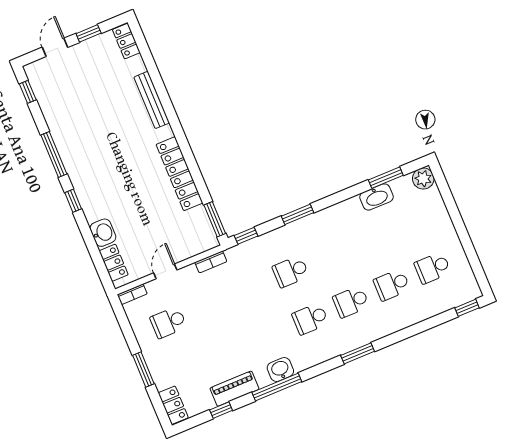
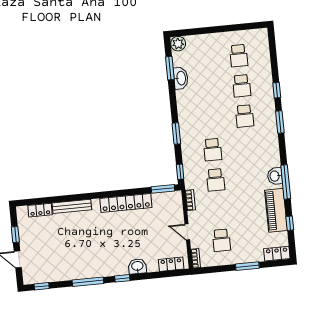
locker: (126, 41) -> (40, 210), moved
washbasin: (103, 233) -> (137, 266), moved
window: (467, 308) -> (277, 90), moved
school desk: (310, 319) -> (216, 180), moved
piano: (234, 389) -> (276, 210), width x1.37, depth x1.33

